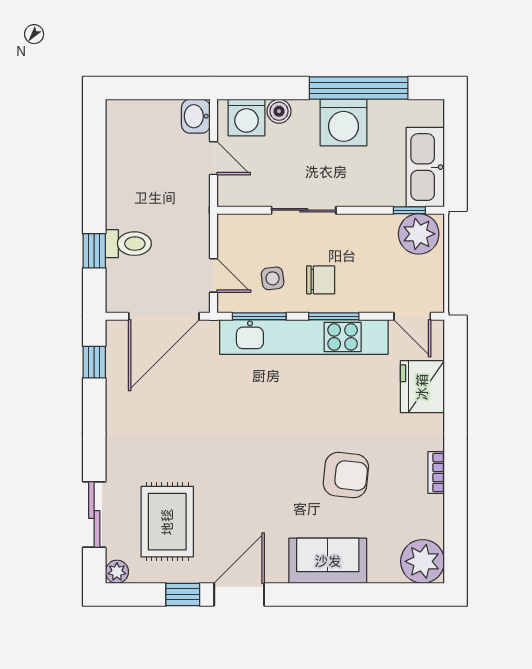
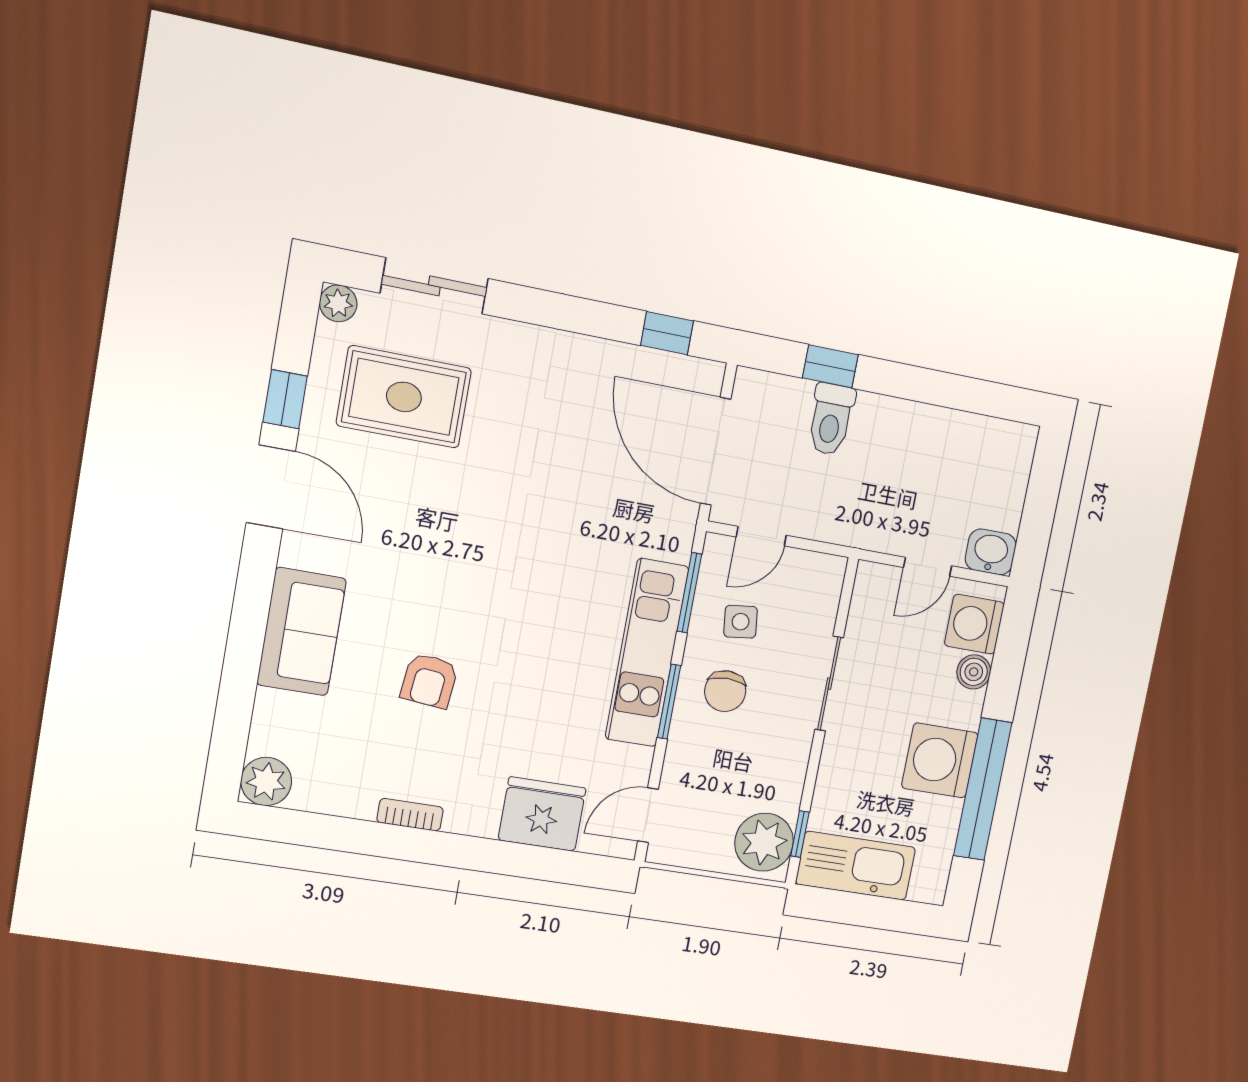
kitchen unit: (304, 337) -> (647, 653), width x0.73
armchair: (346, 475) -> (429, 681), width x0.72, depth x0.72
plant: (423, 561) -> (266, 781), width x0.73, depth x0.73

